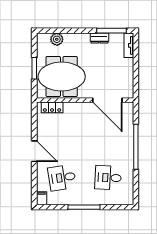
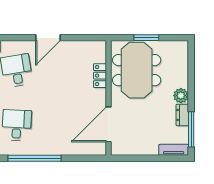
plant: (57, 39) -> (181, 96), moved
locker: (52, 107) -> (100, 76), moved
window: (136, 147) -> (35, 158), moved

